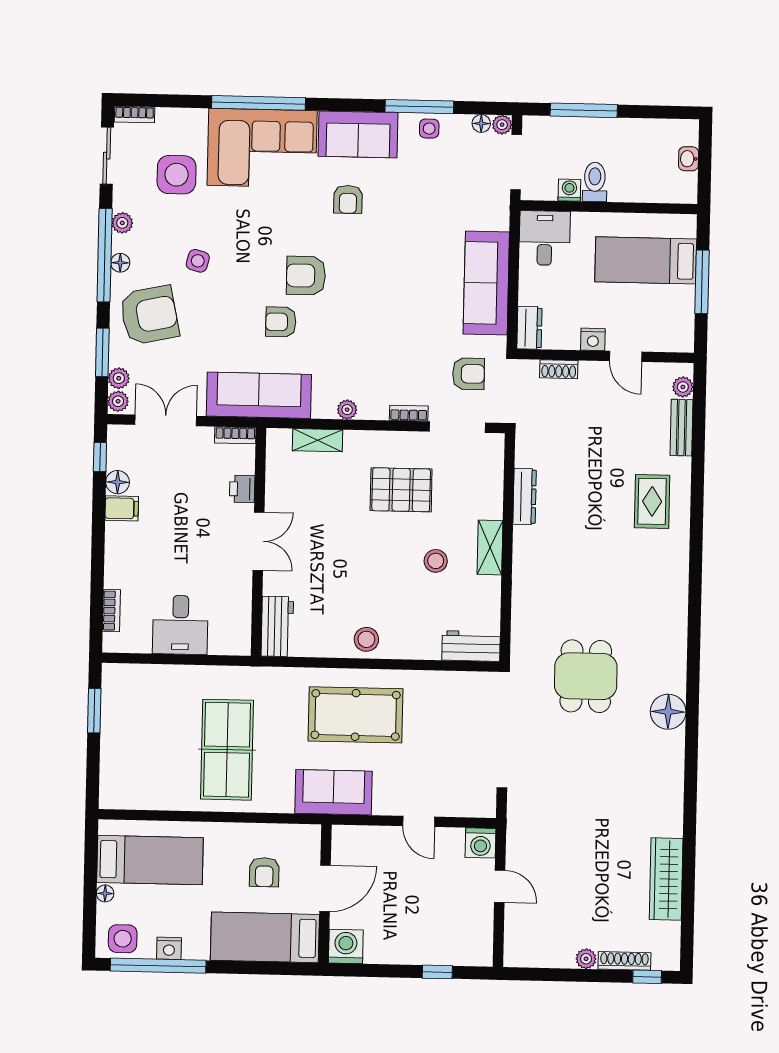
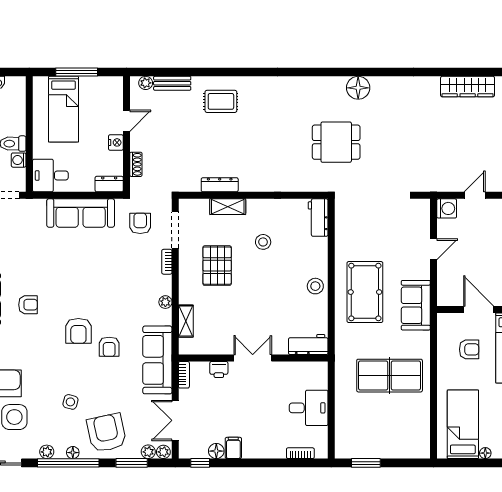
shelving: (490, 547) -> (228, 207), moved

